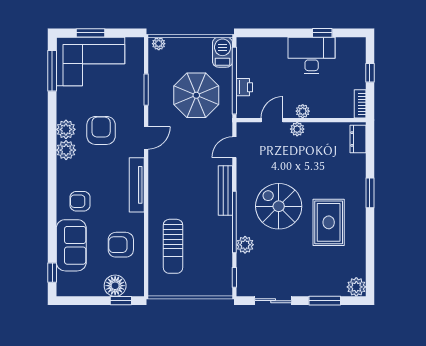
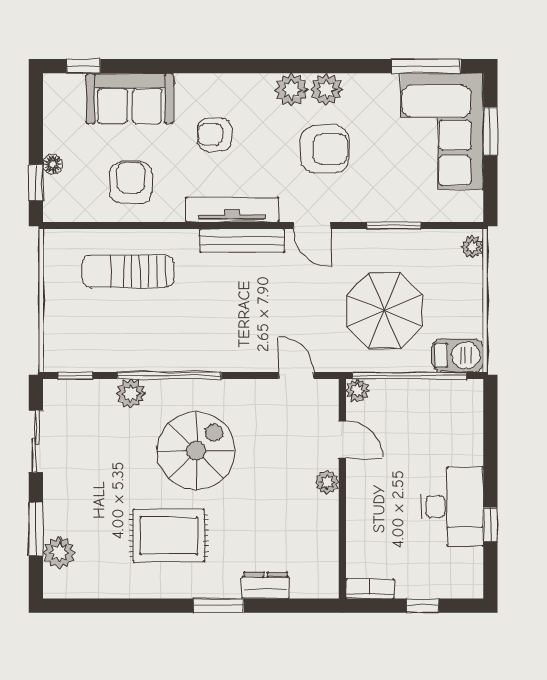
printer: (244, 87) -> (398, 393), removed
plant: (303, 111) -> (357, 391), moved
dresser: (358, 139) -> (266, 585), moved
bench: (225, 191) -> (242, 241), moved
armchair: (80, 201) -> (214, 135), moved, turned -90
floor lamp: (115, 286) -> (53, 164), width x0.53, depth x0.53
plant: (356, 287) -> (59, 553), moved

